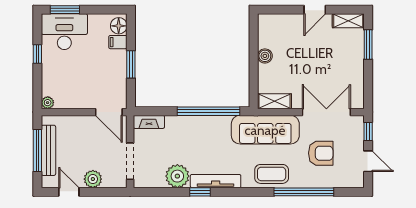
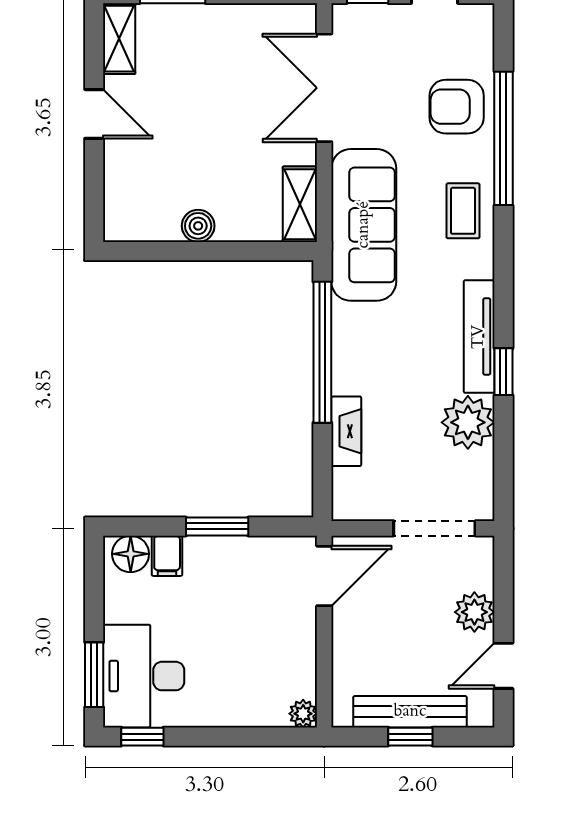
window: (37, 54) -> (142, 737), moved
fireplace: (149, 122) -> (346, 431), moved
window: (37, 150) -> (410, 737), width x0.46
armchair: (321, 153) -> (457, 107), moved, turned -90
coffee table: (272, 174) -> (463, 211), width x0.73, depth x0.77

